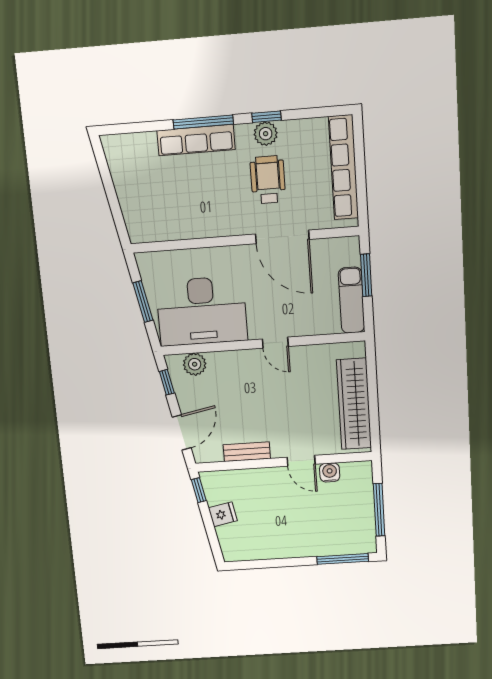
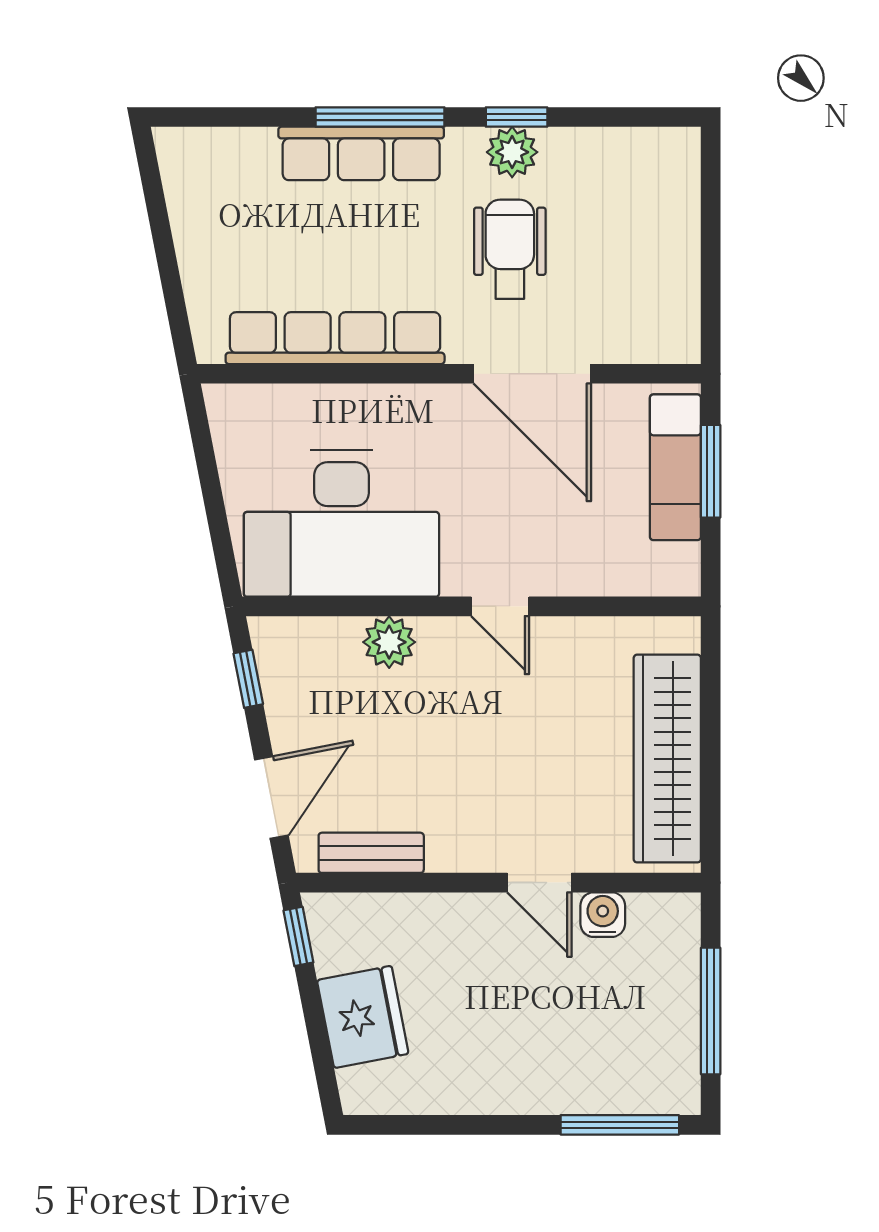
row of seats: (344, 167) -> (335, 338), moved, turned 90
exam couch: (352, 300) -> (675, 467), moved
window: (143, 302) -> (212, 493), removed
plant: (195, 364) -> (389, 642), moved
bench: (247, 452) -> (371, 853), moved
fridge: (223, 514) -> (363, 1017), width x1.88, depth x1.34

